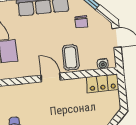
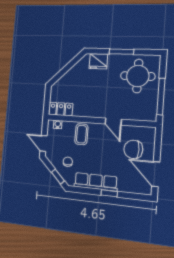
door: (51, 78) -> (113, 122), moved

